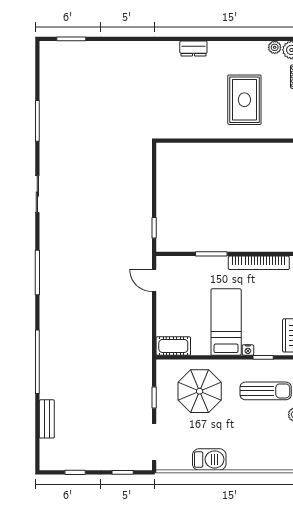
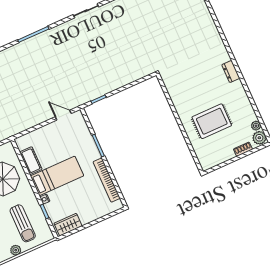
door: (154, 280) -> (63, 115), hinge flipped
cot: (173, 346) -> (31, 161), moved

